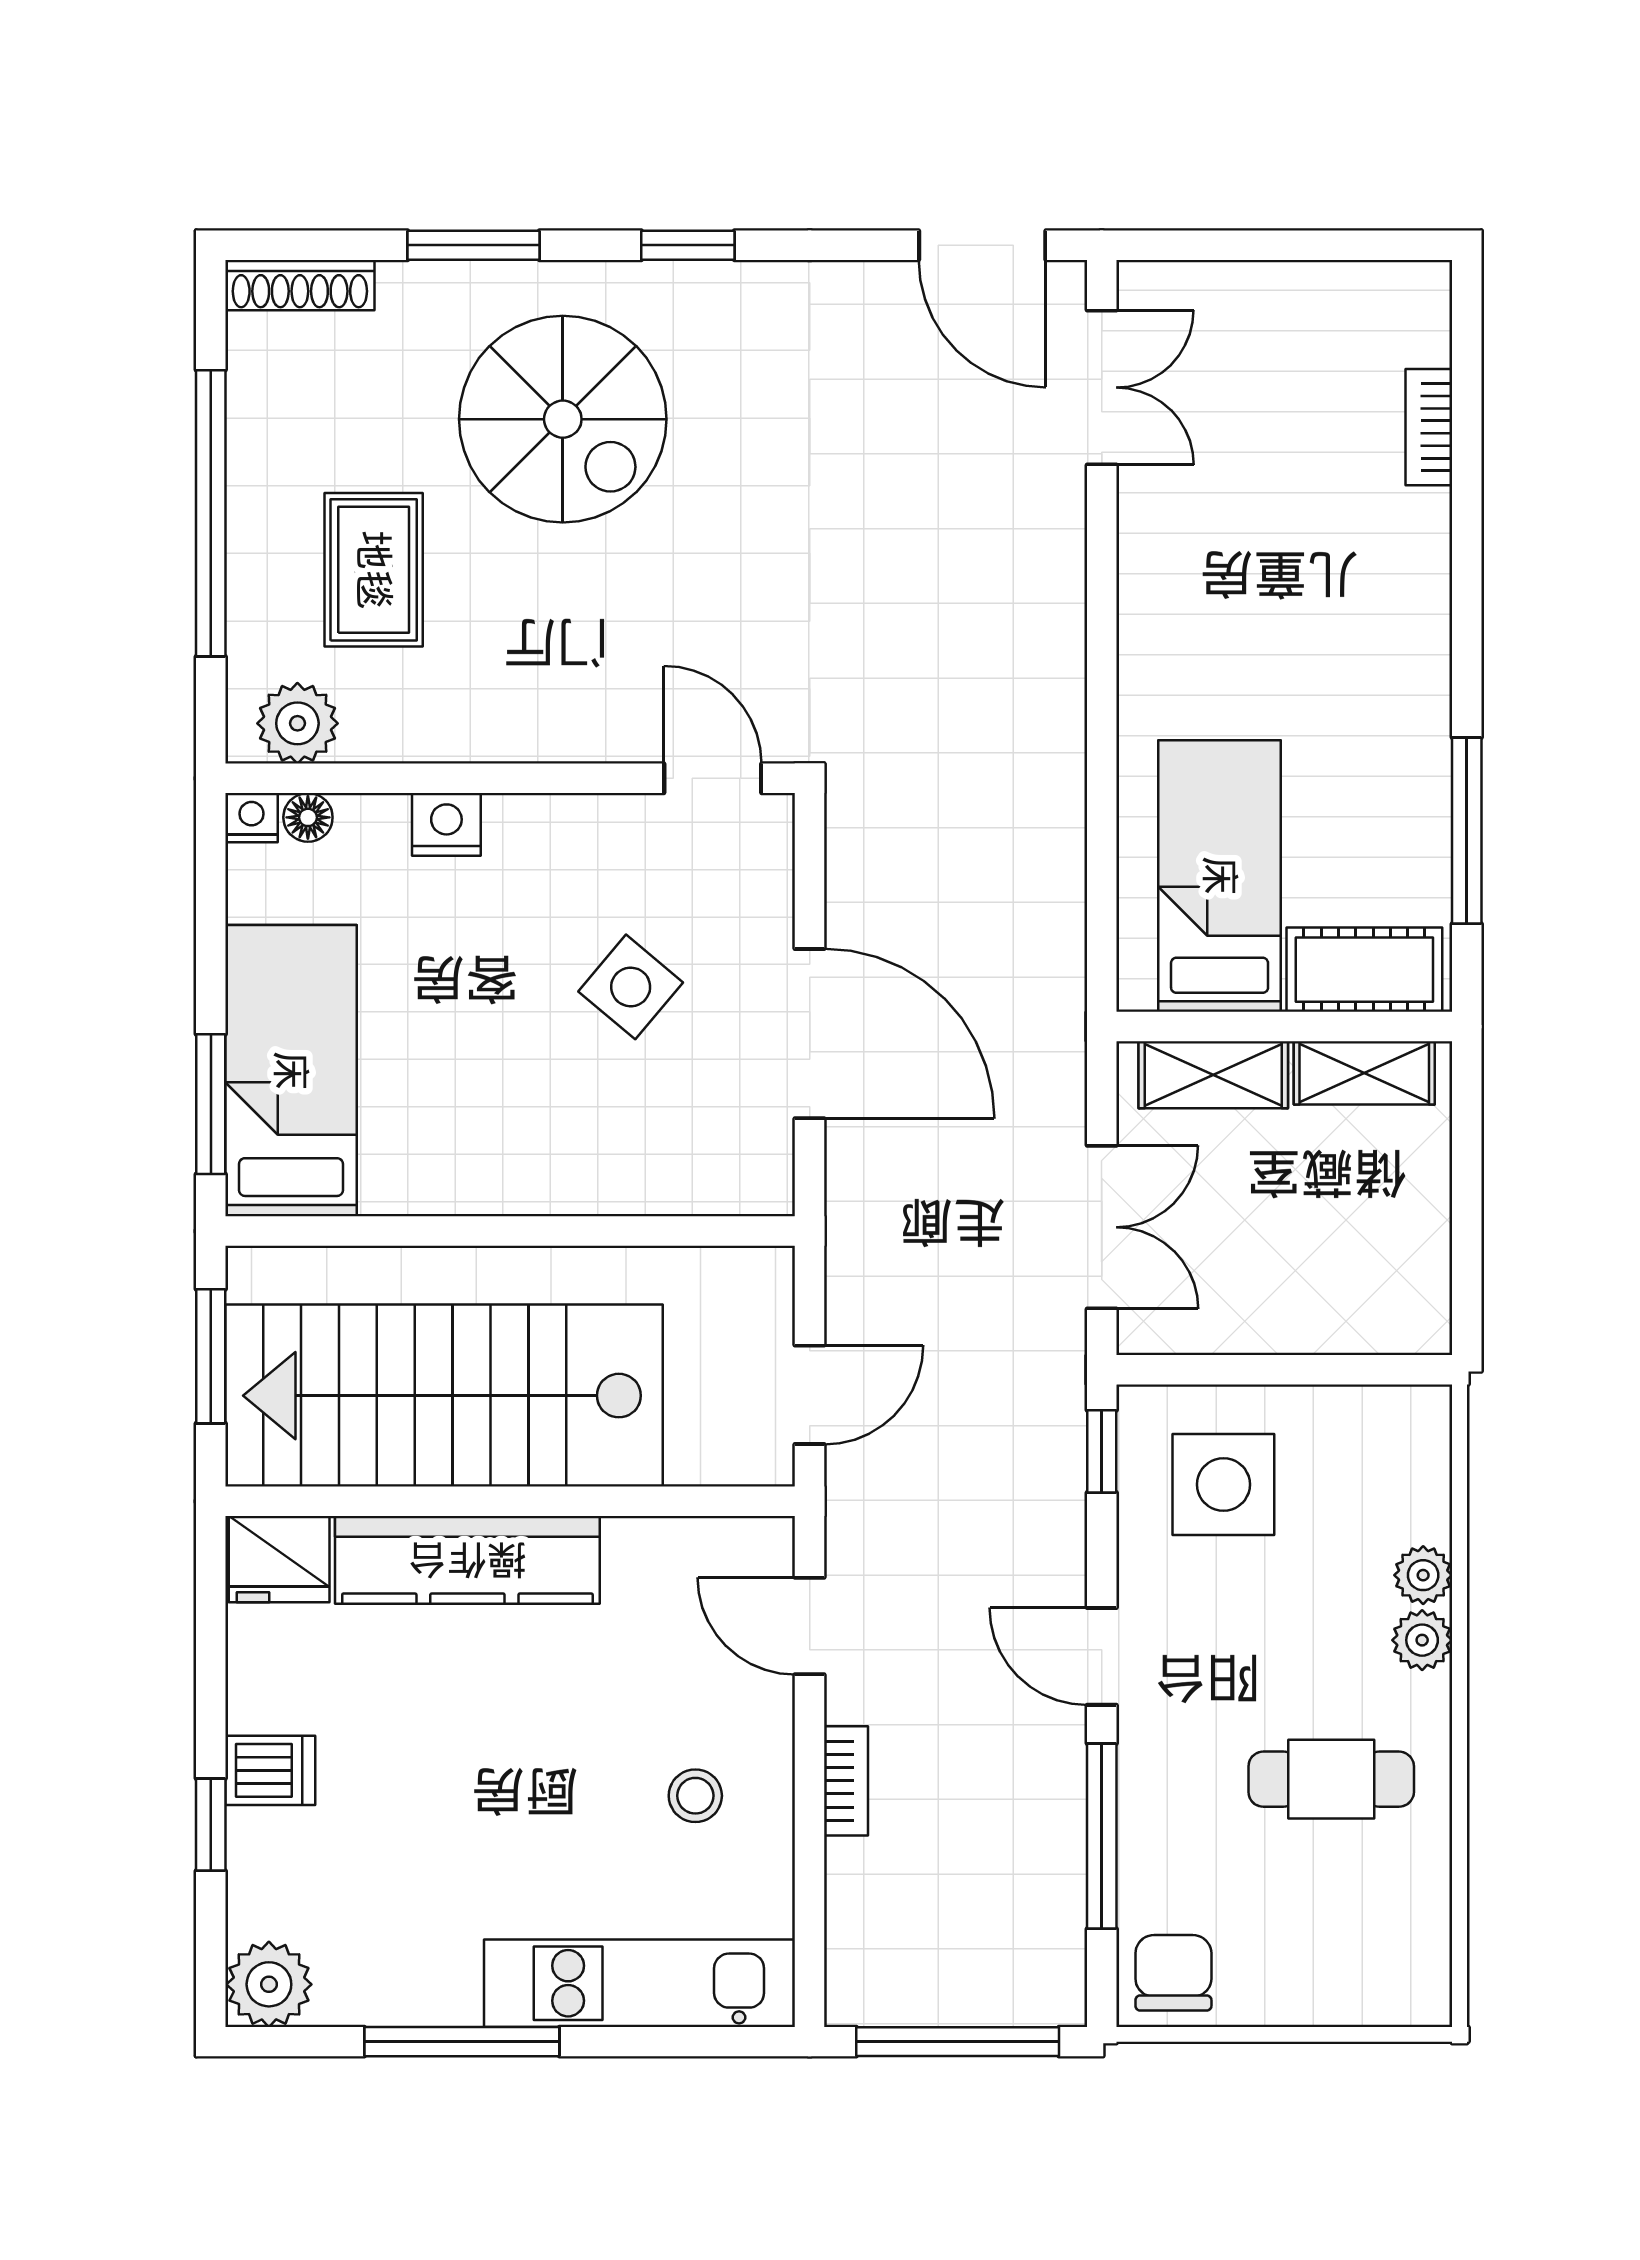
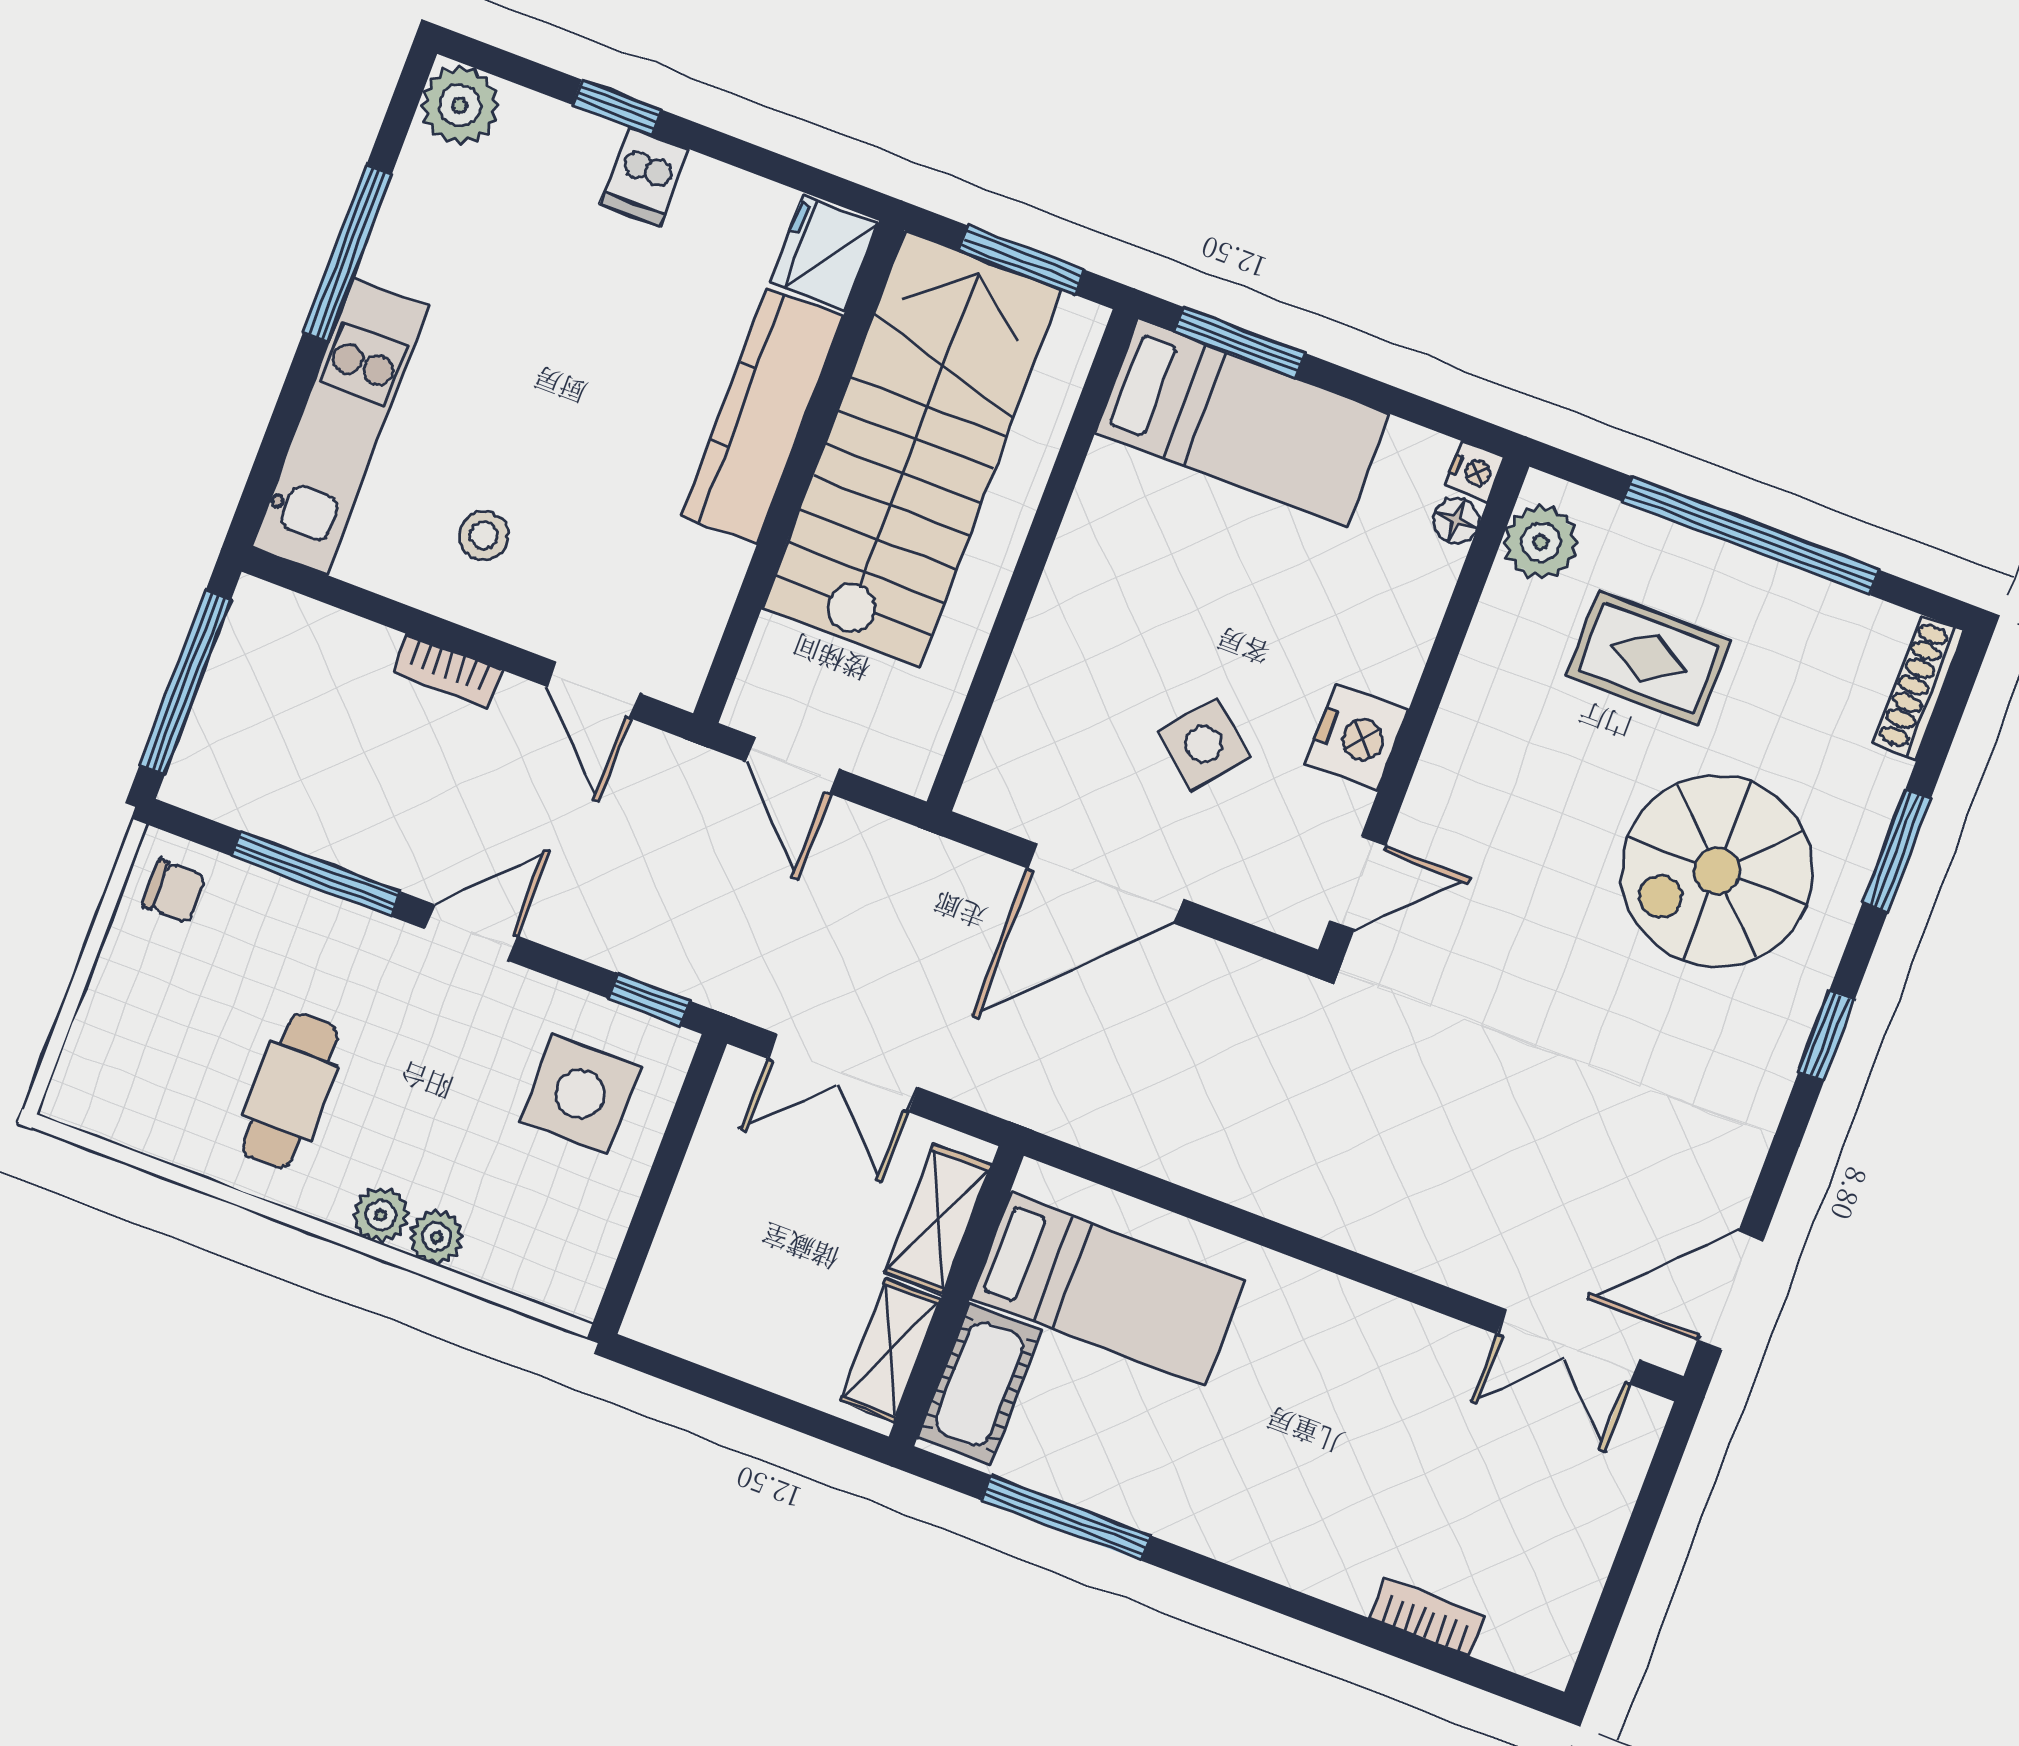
nightstand: (446, 824) -> (1357, 737), moved, width x1.36, depth x1.33
door: (810, 1626) -> (593, 690), swing flipped
chair: (1173, 1973) -> (174, 891), width x0.73, depth x0.73

